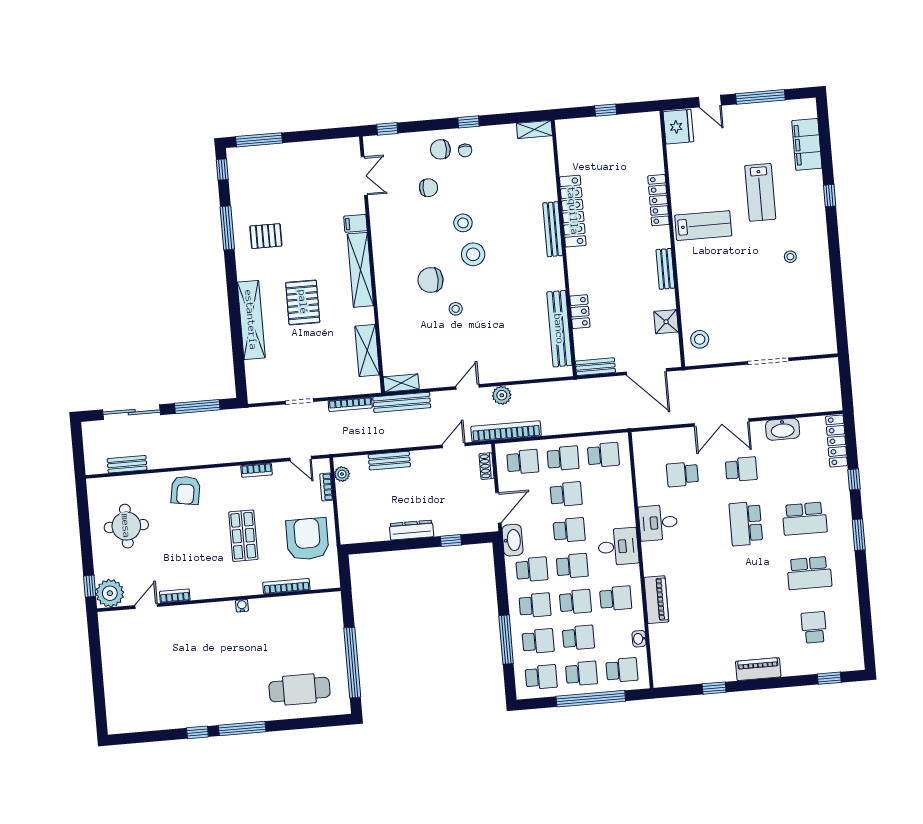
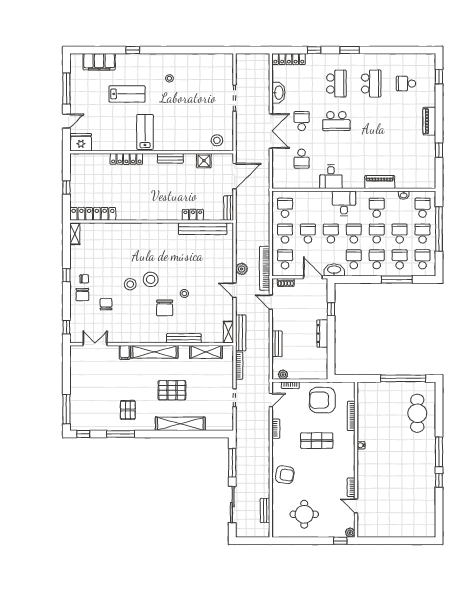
locker: (573, 211) -> (93, 214), moved
bench: (553, 229) -> (184, 338), moved
plant: (110, 593) -> (350, 533), width x0.53, depth x0.53

